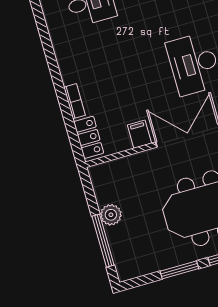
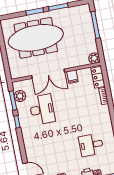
plant: (111, 215) -> (94, 58), moved

